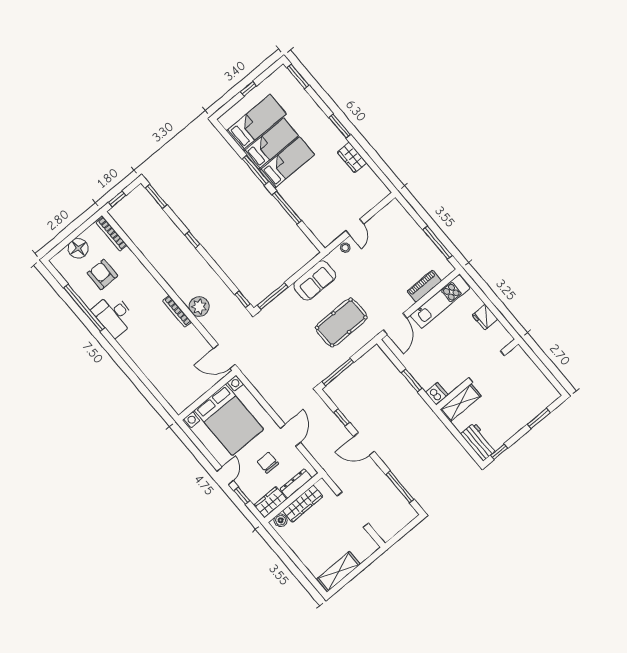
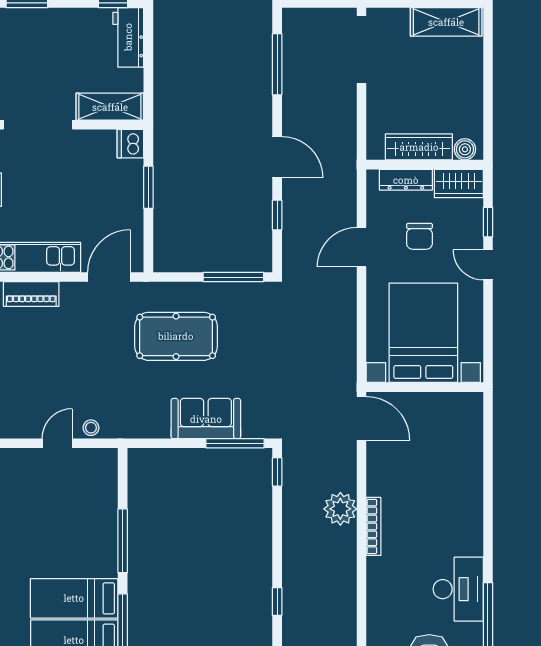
sofa: (315, 280) -> (206, 419), moved
door: (225, 476) -> (488, 265), hinge flipped
doorway: (353, 510) -> (361, 49), moved

